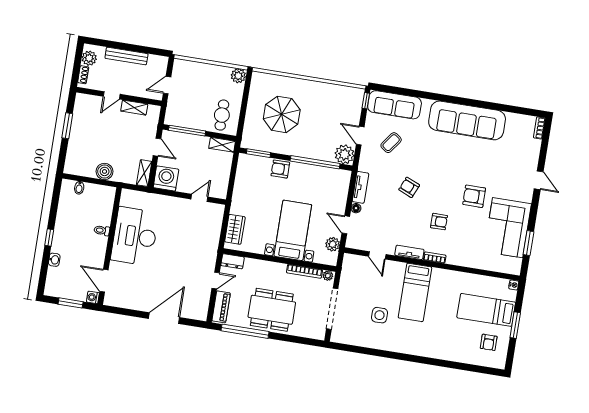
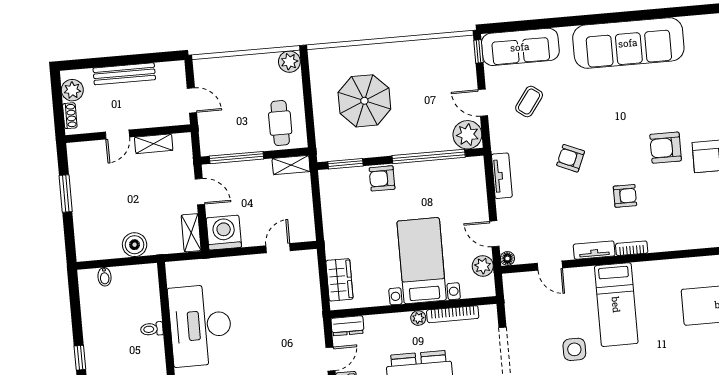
door: (167, 85) -> (192, 100), swing flipped
floor lamp: (356, 208) -> (507, 258), moved
plant: (328, 276) -> (418, 318), moved

